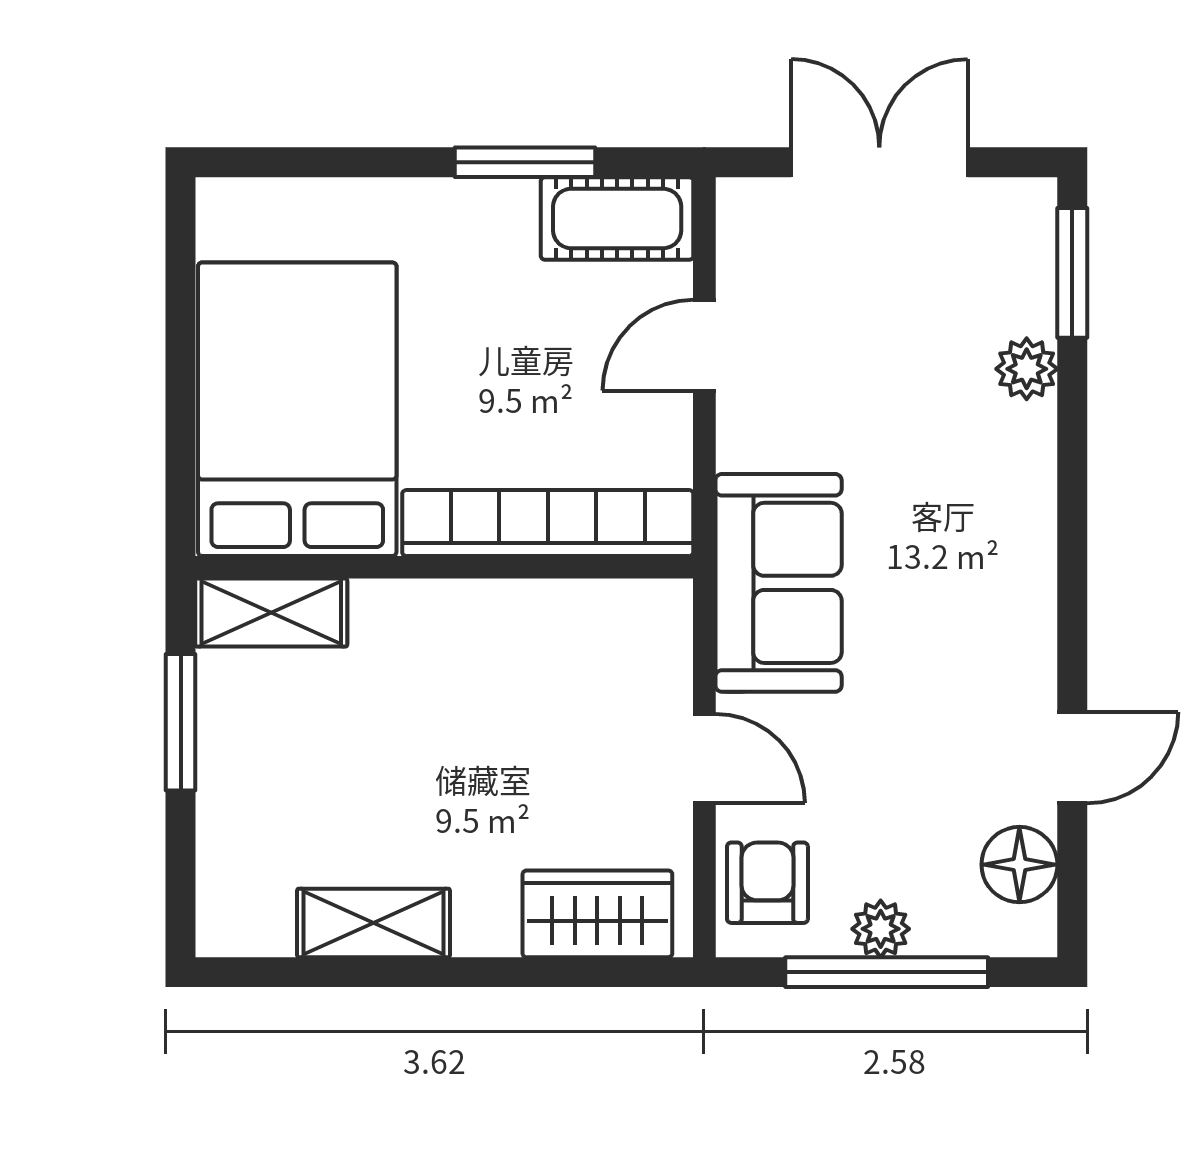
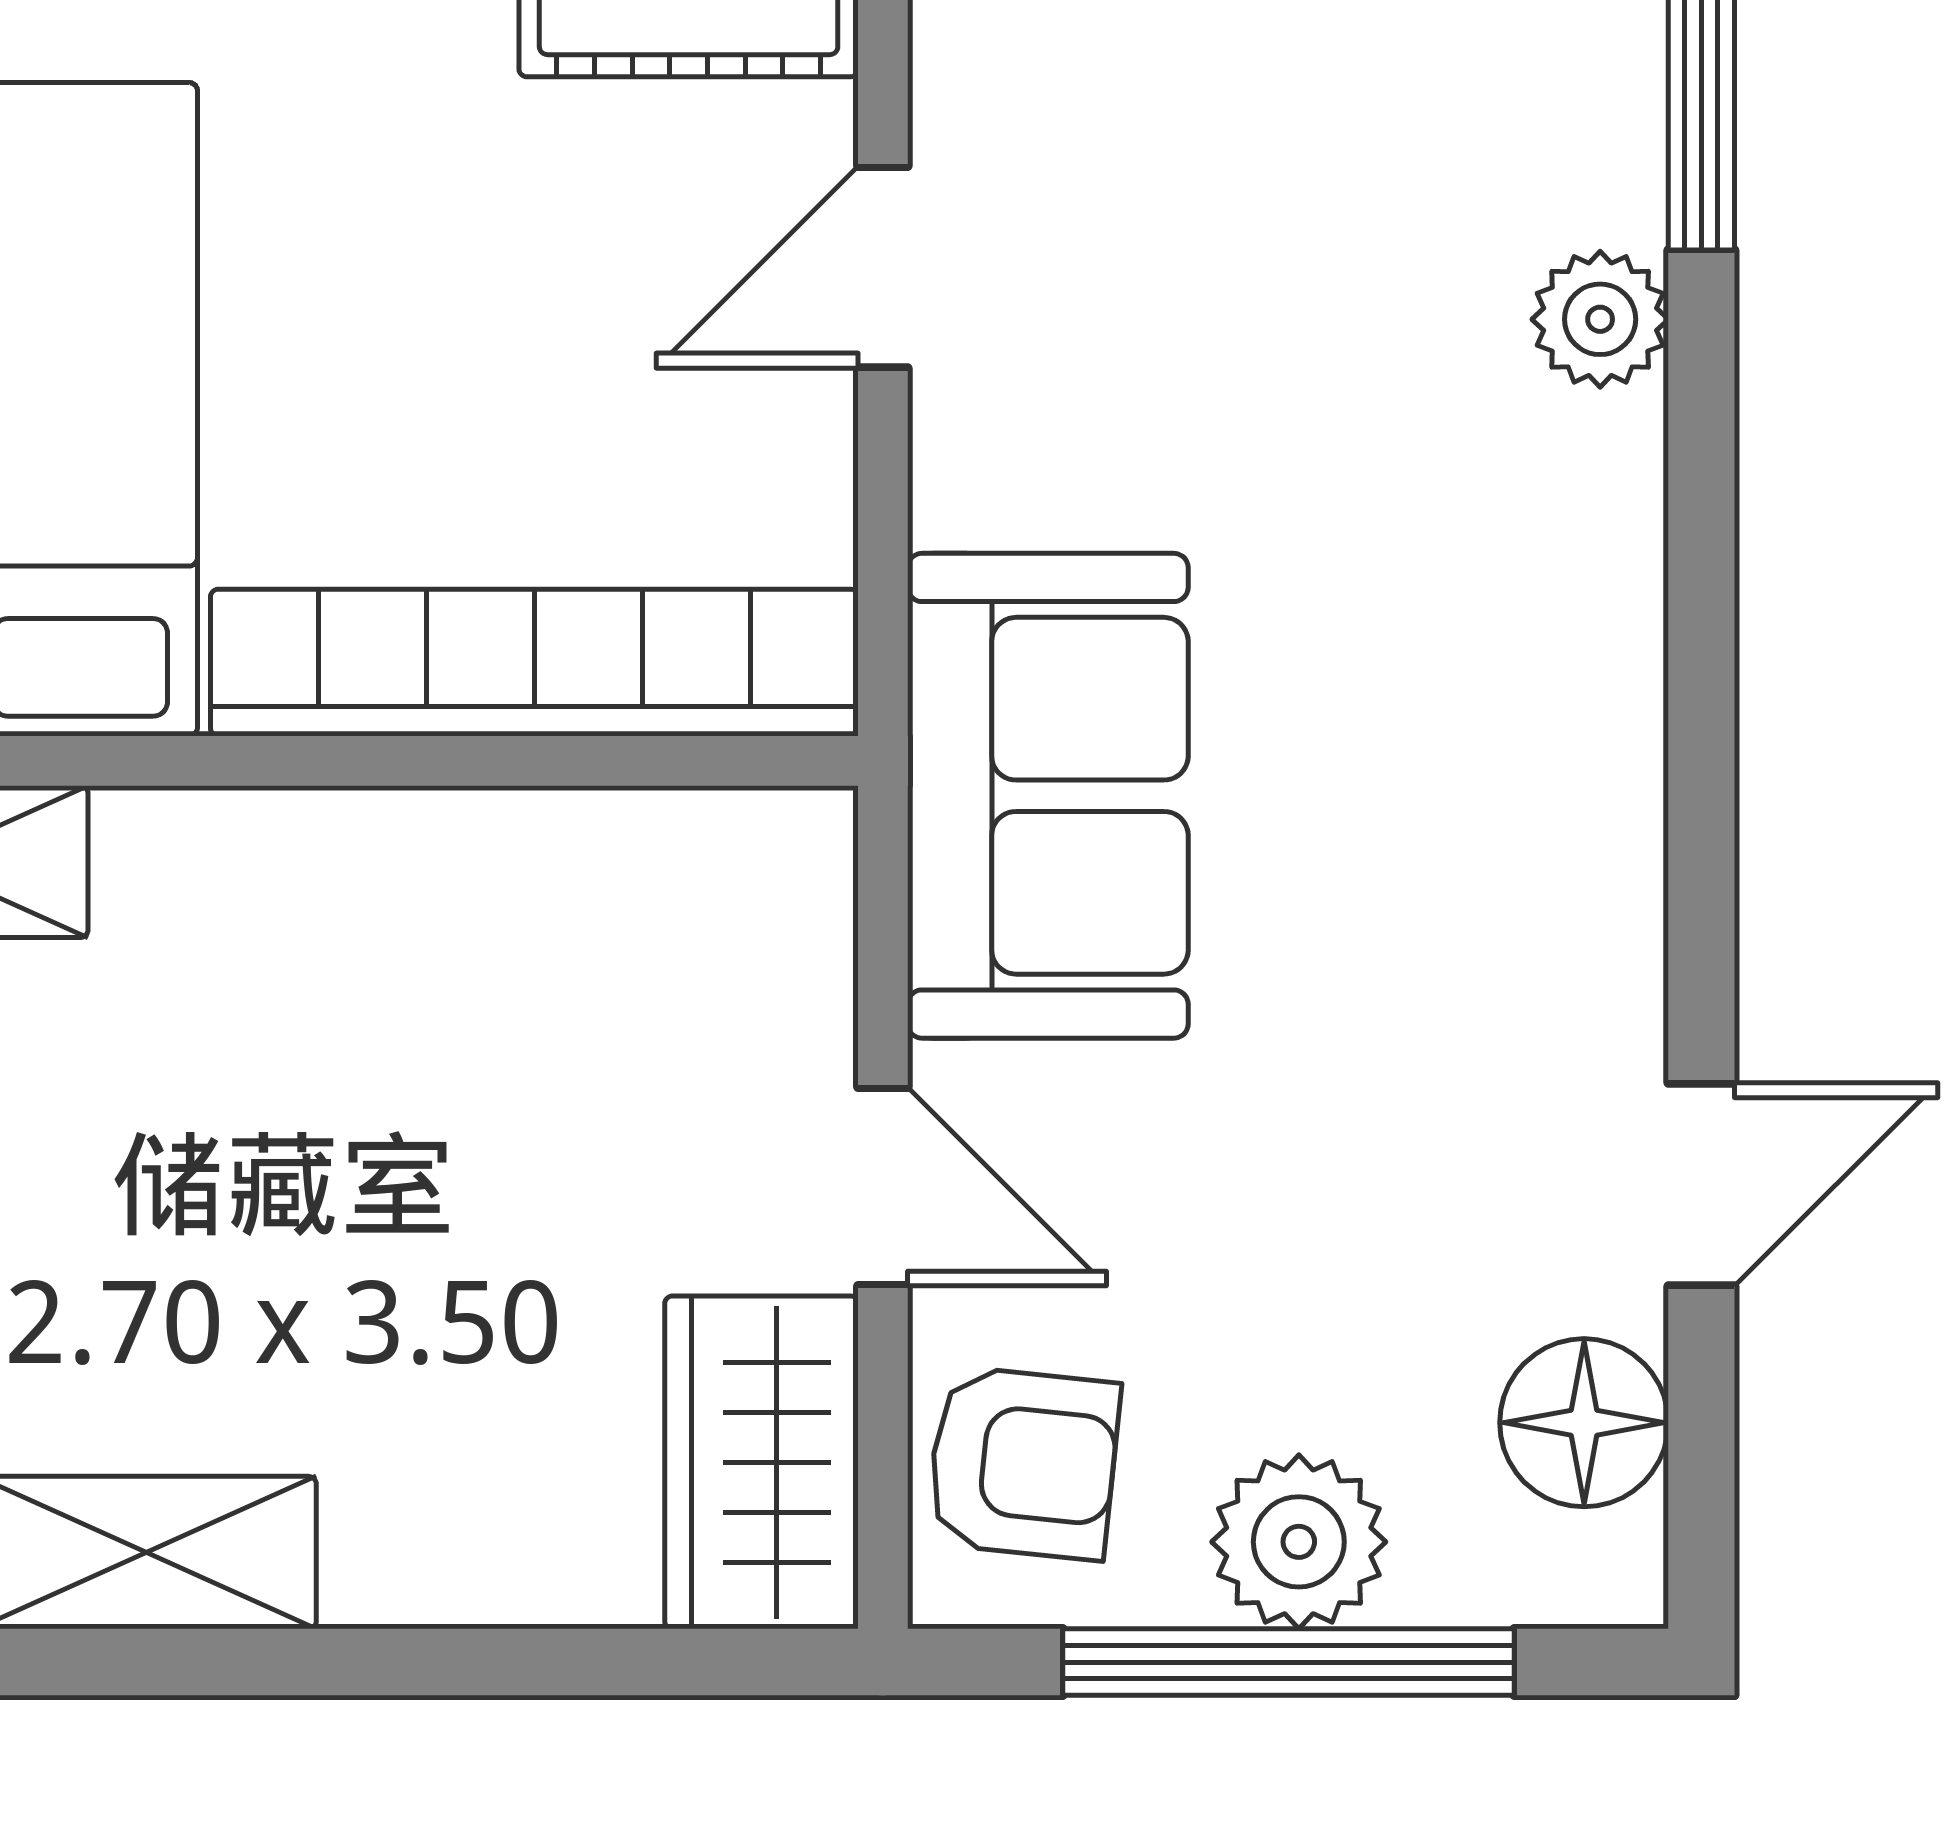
armchair: (767, 883) -> (1023, 1463), turned 96
wardrobe: (597, 914) -> (761, 1462), moved, turned -90
plant: (881, 929) -> (1299, 1542), width x1.38, depth x1.38

